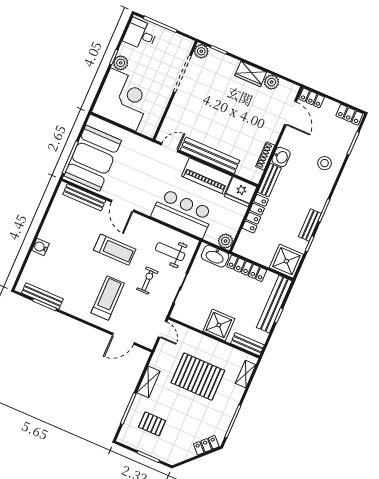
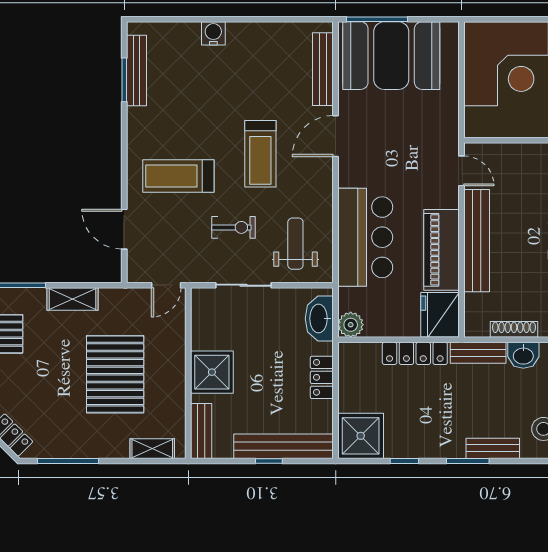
bench: (310, 225) -> (493, 448), moved
locker: (247, 268) -> (322, 377), width x0.66
treadmill: (108, 298) -> (178, 176), turned 180

